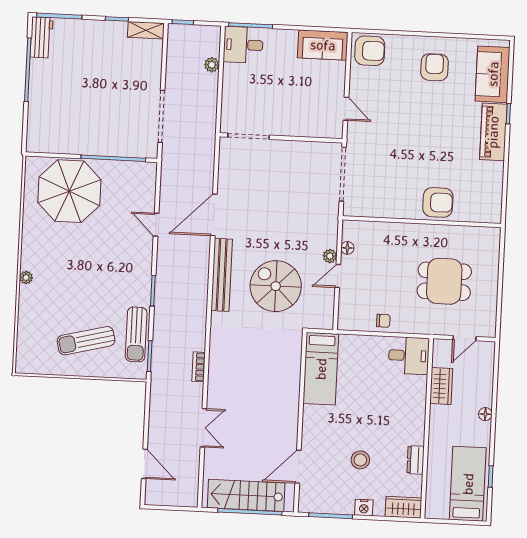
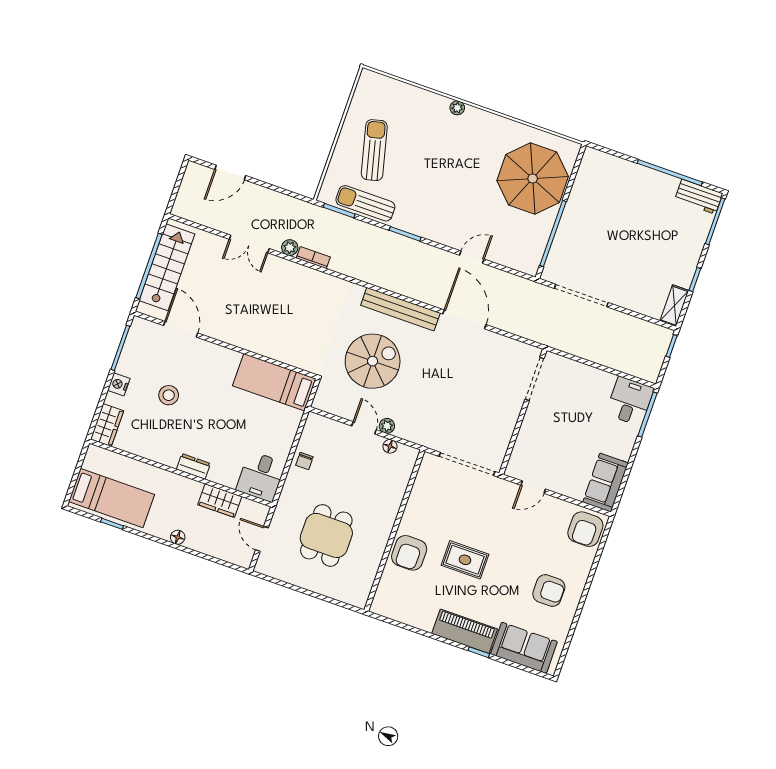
plant: (212, 65) -> (290, 248), moved
rug: (429, 150) -> (465, 560), added
dresser: (416, 460) -> (193, 466), moved

